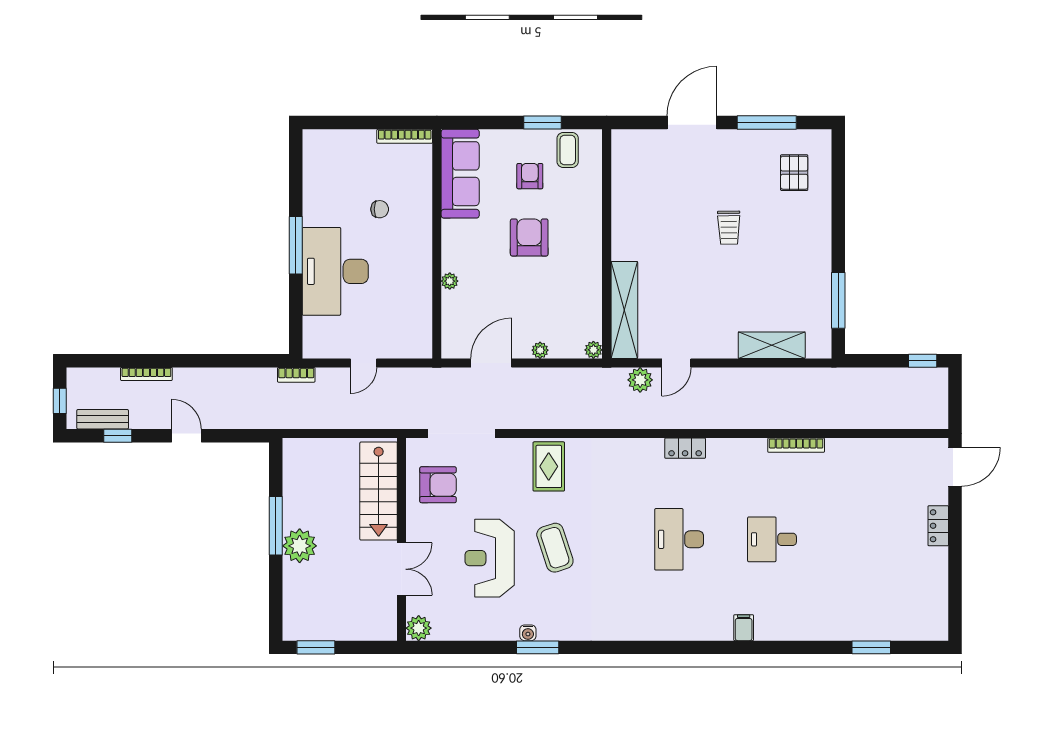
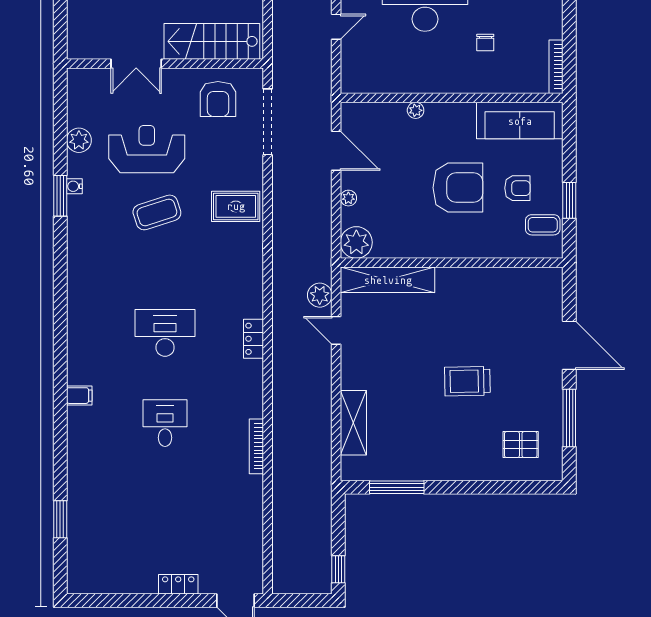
trolley: (729, 228) -> (467, 381), width x1.36, depth x1.39
armchair: (529, 237) -> (458, 188), width x1.36, depth x1.36
plant: (593, 350) -> (356, 242), width x1.88, depth x1.88
door: (363, 363) -> (336, 27), swing flipped
plant: (419, 628) -> (79, 140), moved

